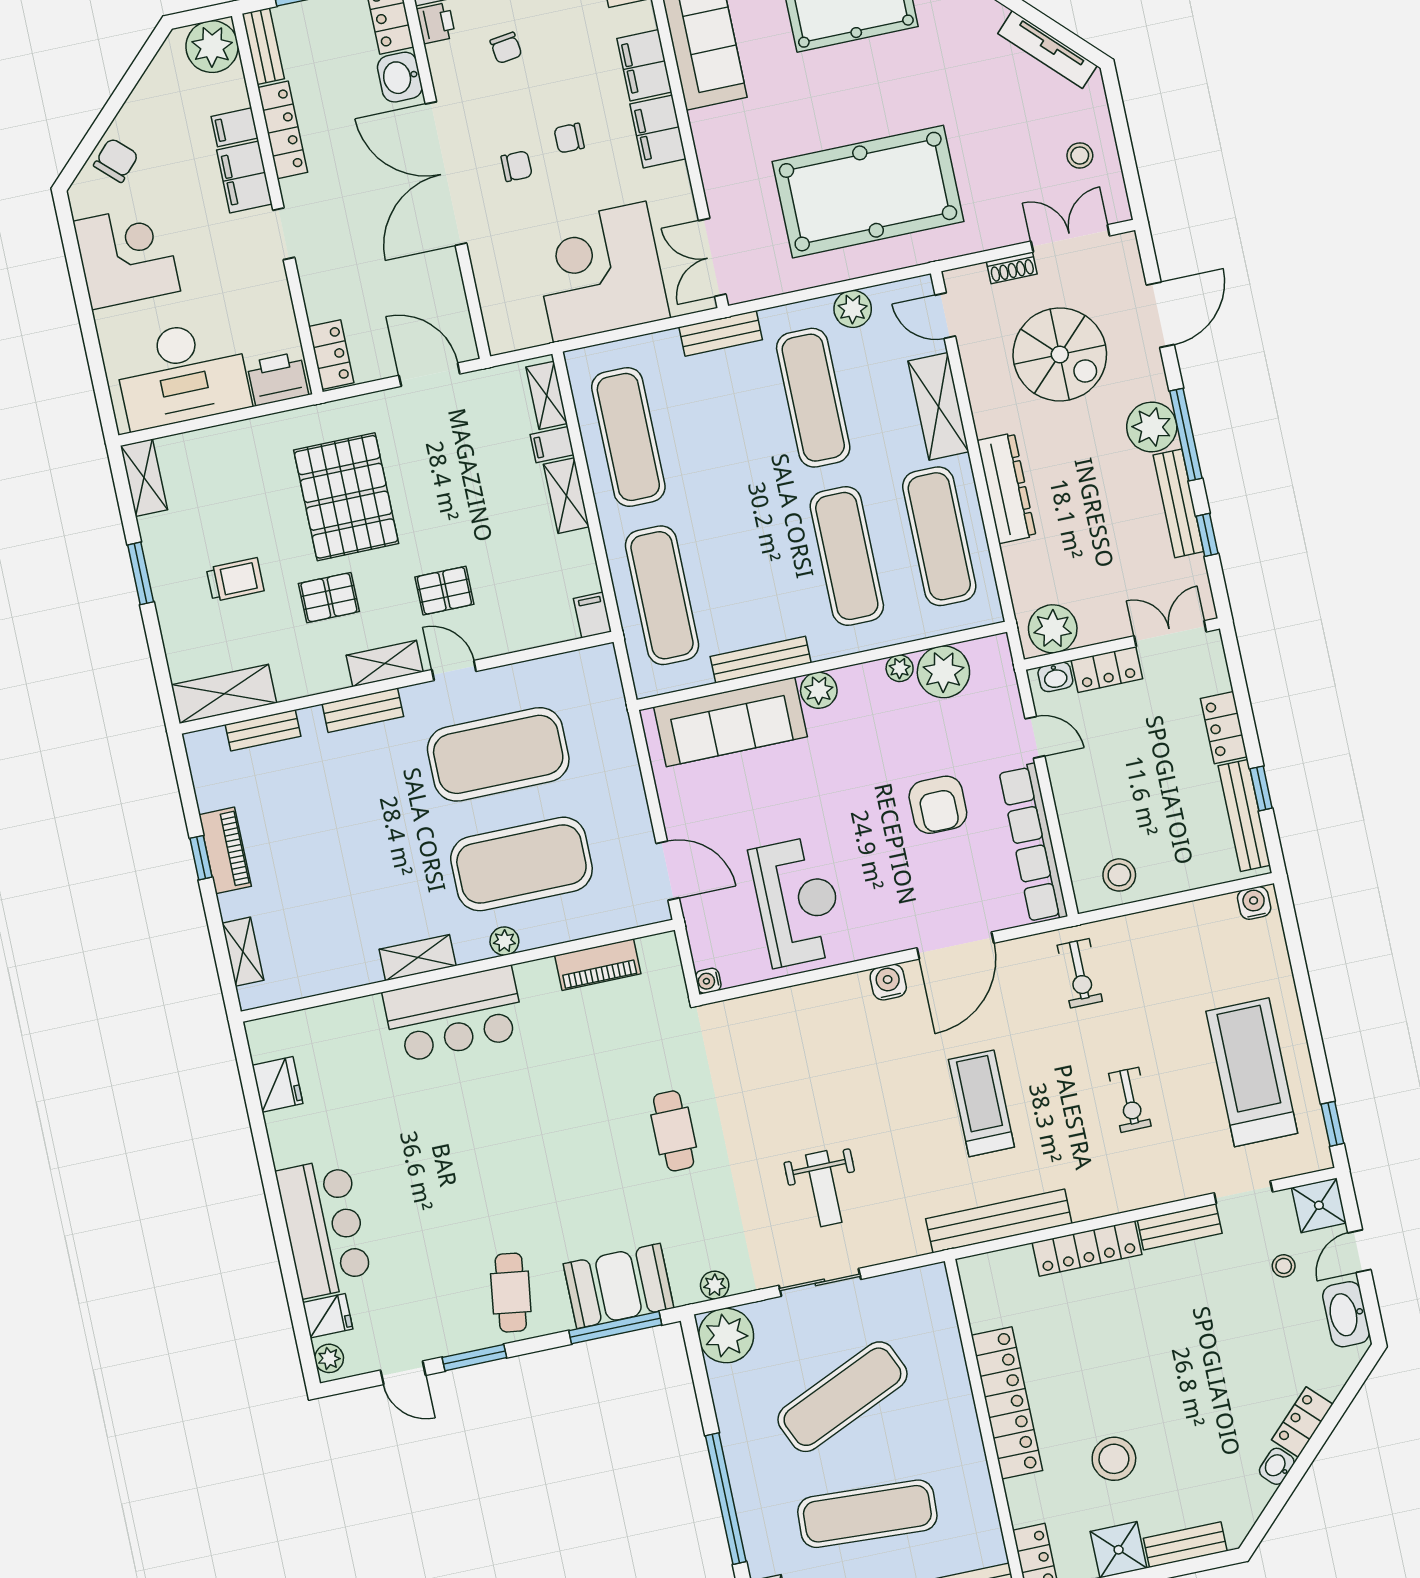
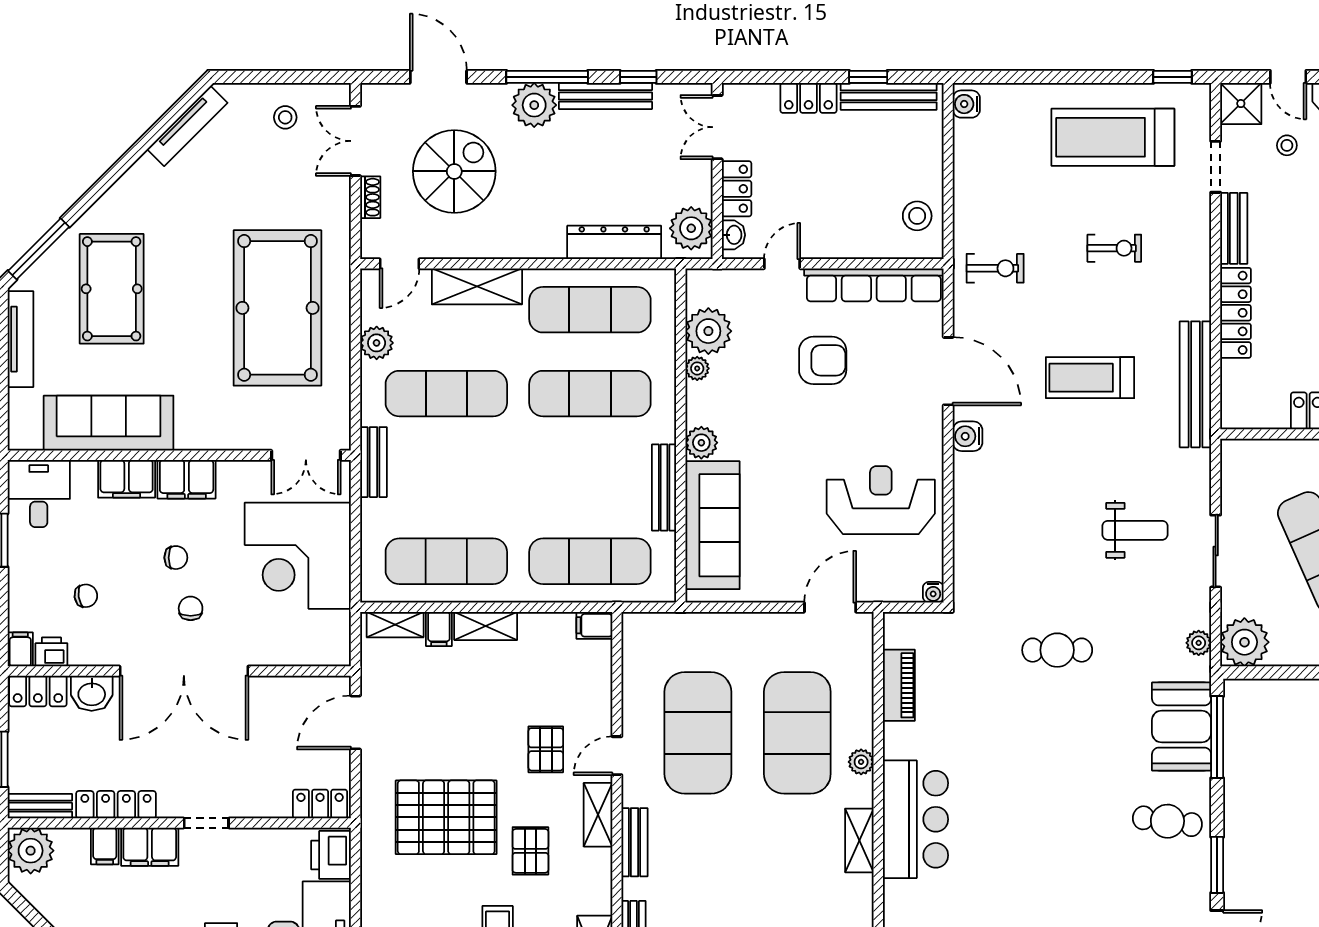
chair: (569, 138) -> (176, 558), turned -90
dresser: (1006, 488) -> (614, 242), moved

